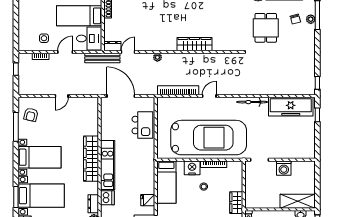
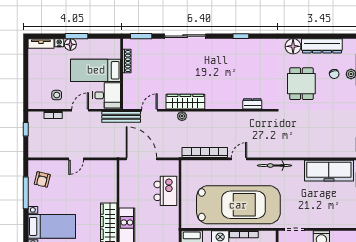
wardrobe: (194, 44) -> (185, 102), moved
dresser: (112, 46) -> (252, 104), moved
bicycle: (252, 102) -> (274, 165), moved

